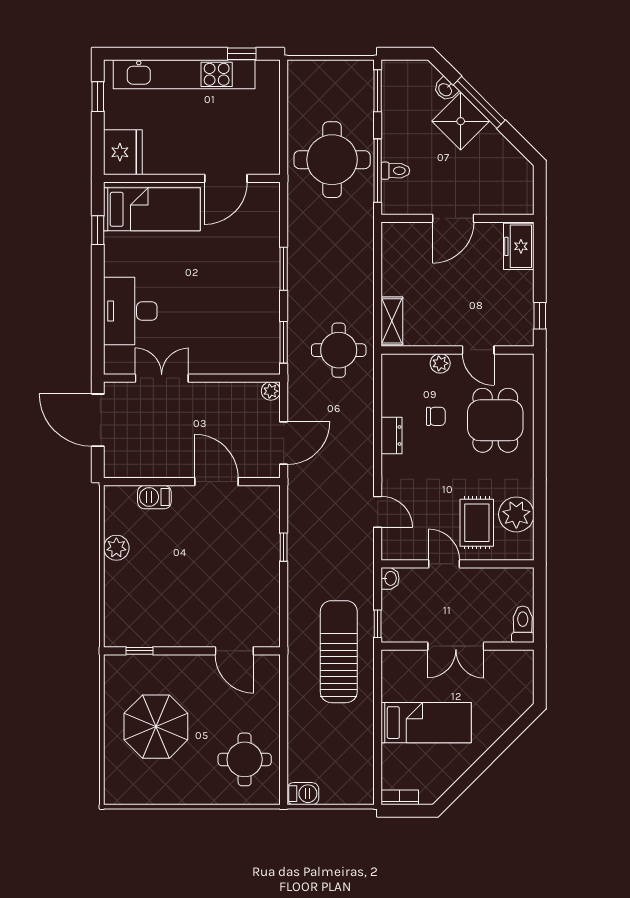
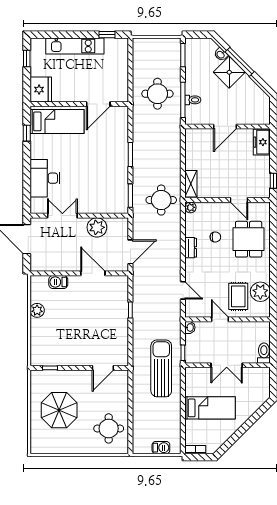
kitchen unit: (184, 74) -> (75, 46), width x0.73
round table: (332, 160) -> (157, 94), width x0.73, depth x0.73
plant: (440, 363) -> (190, 207), moved
plant: (271, 391) -> (97, 227), moved, width x1.87, depth x1.87
door: (234, 651) -> (103, 368), hinge flipped
barbecue: (303, 794) -> (161, 448), moved

